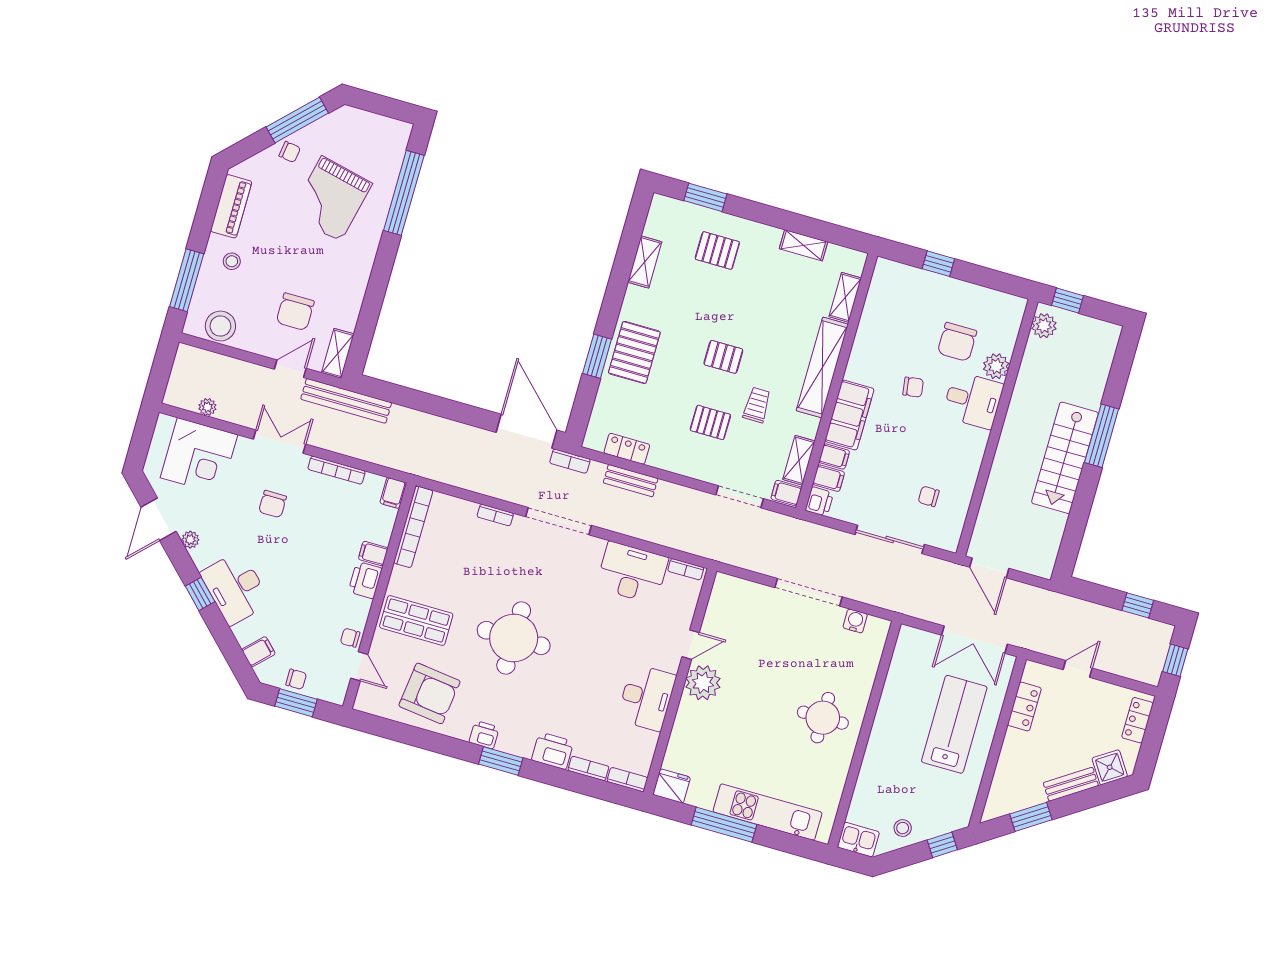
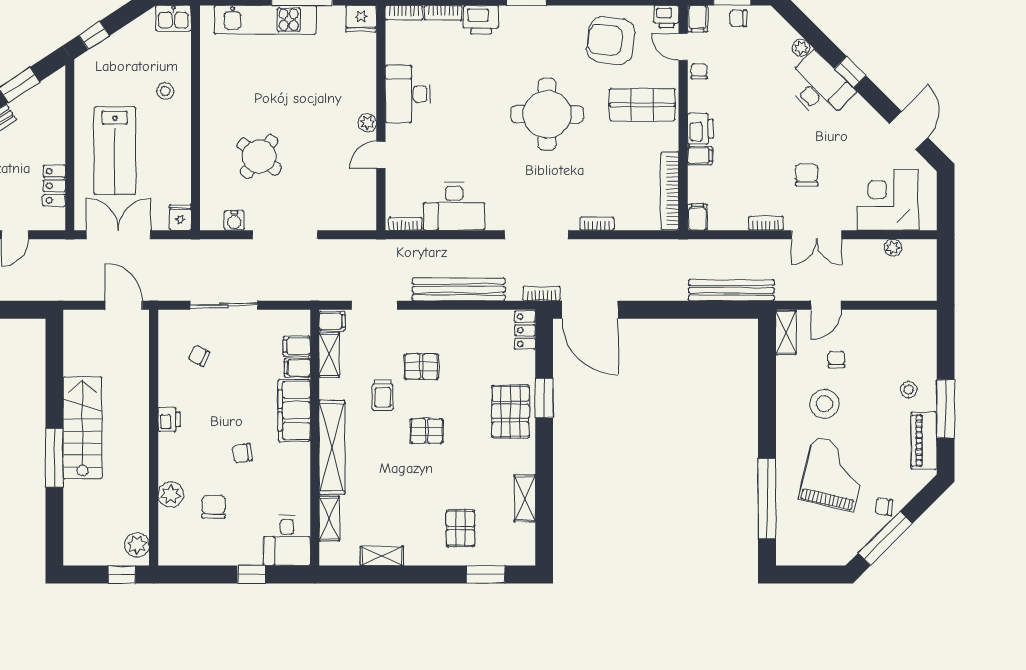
pallet: (717, 250) -> (460, 528), turned 90
window: (187, 280) -> (946, 409), moved
chair: (295, 312) -> (836, 360), width x0.54, depth x0.54
stool: (220, 326) -> (824, 404), moved
chair: (957, 342) -> (213, 507), width x0.73, depth x0.73
desk: (973, 400) -> (287, 540), moved, turned -90
bench: (346, 401) -> (731, 290), moved
locker: (627, 449) -> (525, 330), moved, turned 90
bookcase: (337, 470) -> (766, 223), width x0.64
bench: (631, 481) -> (459, 289), width x1.86, depth x1.21
chair: (929, 496) -> (199, 356), turned -153
printer: (819, 502) -> (169, 419), moved, turned 180
plant: (190, 540) -> (801, 48), moved
chair: (350, 638) -> (699, 71), turned -90
fridge: (908, 639) -> (180, 217), added
filing cabinet: (259, 652) -> (698, 19), moved, turned -45
plant: (703, 683) -> (367, 123), width x0.53, depth x0.53
round table: (823, 718) -> (259, 157), moved, turned 38
printer: (484, 735) -> (666, 17), moved
stool: (903, 828) -> (165, 91), moved

